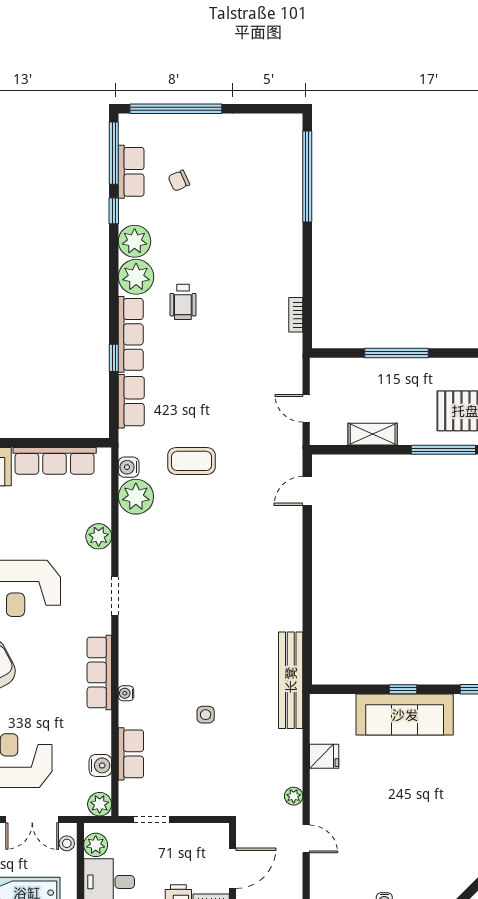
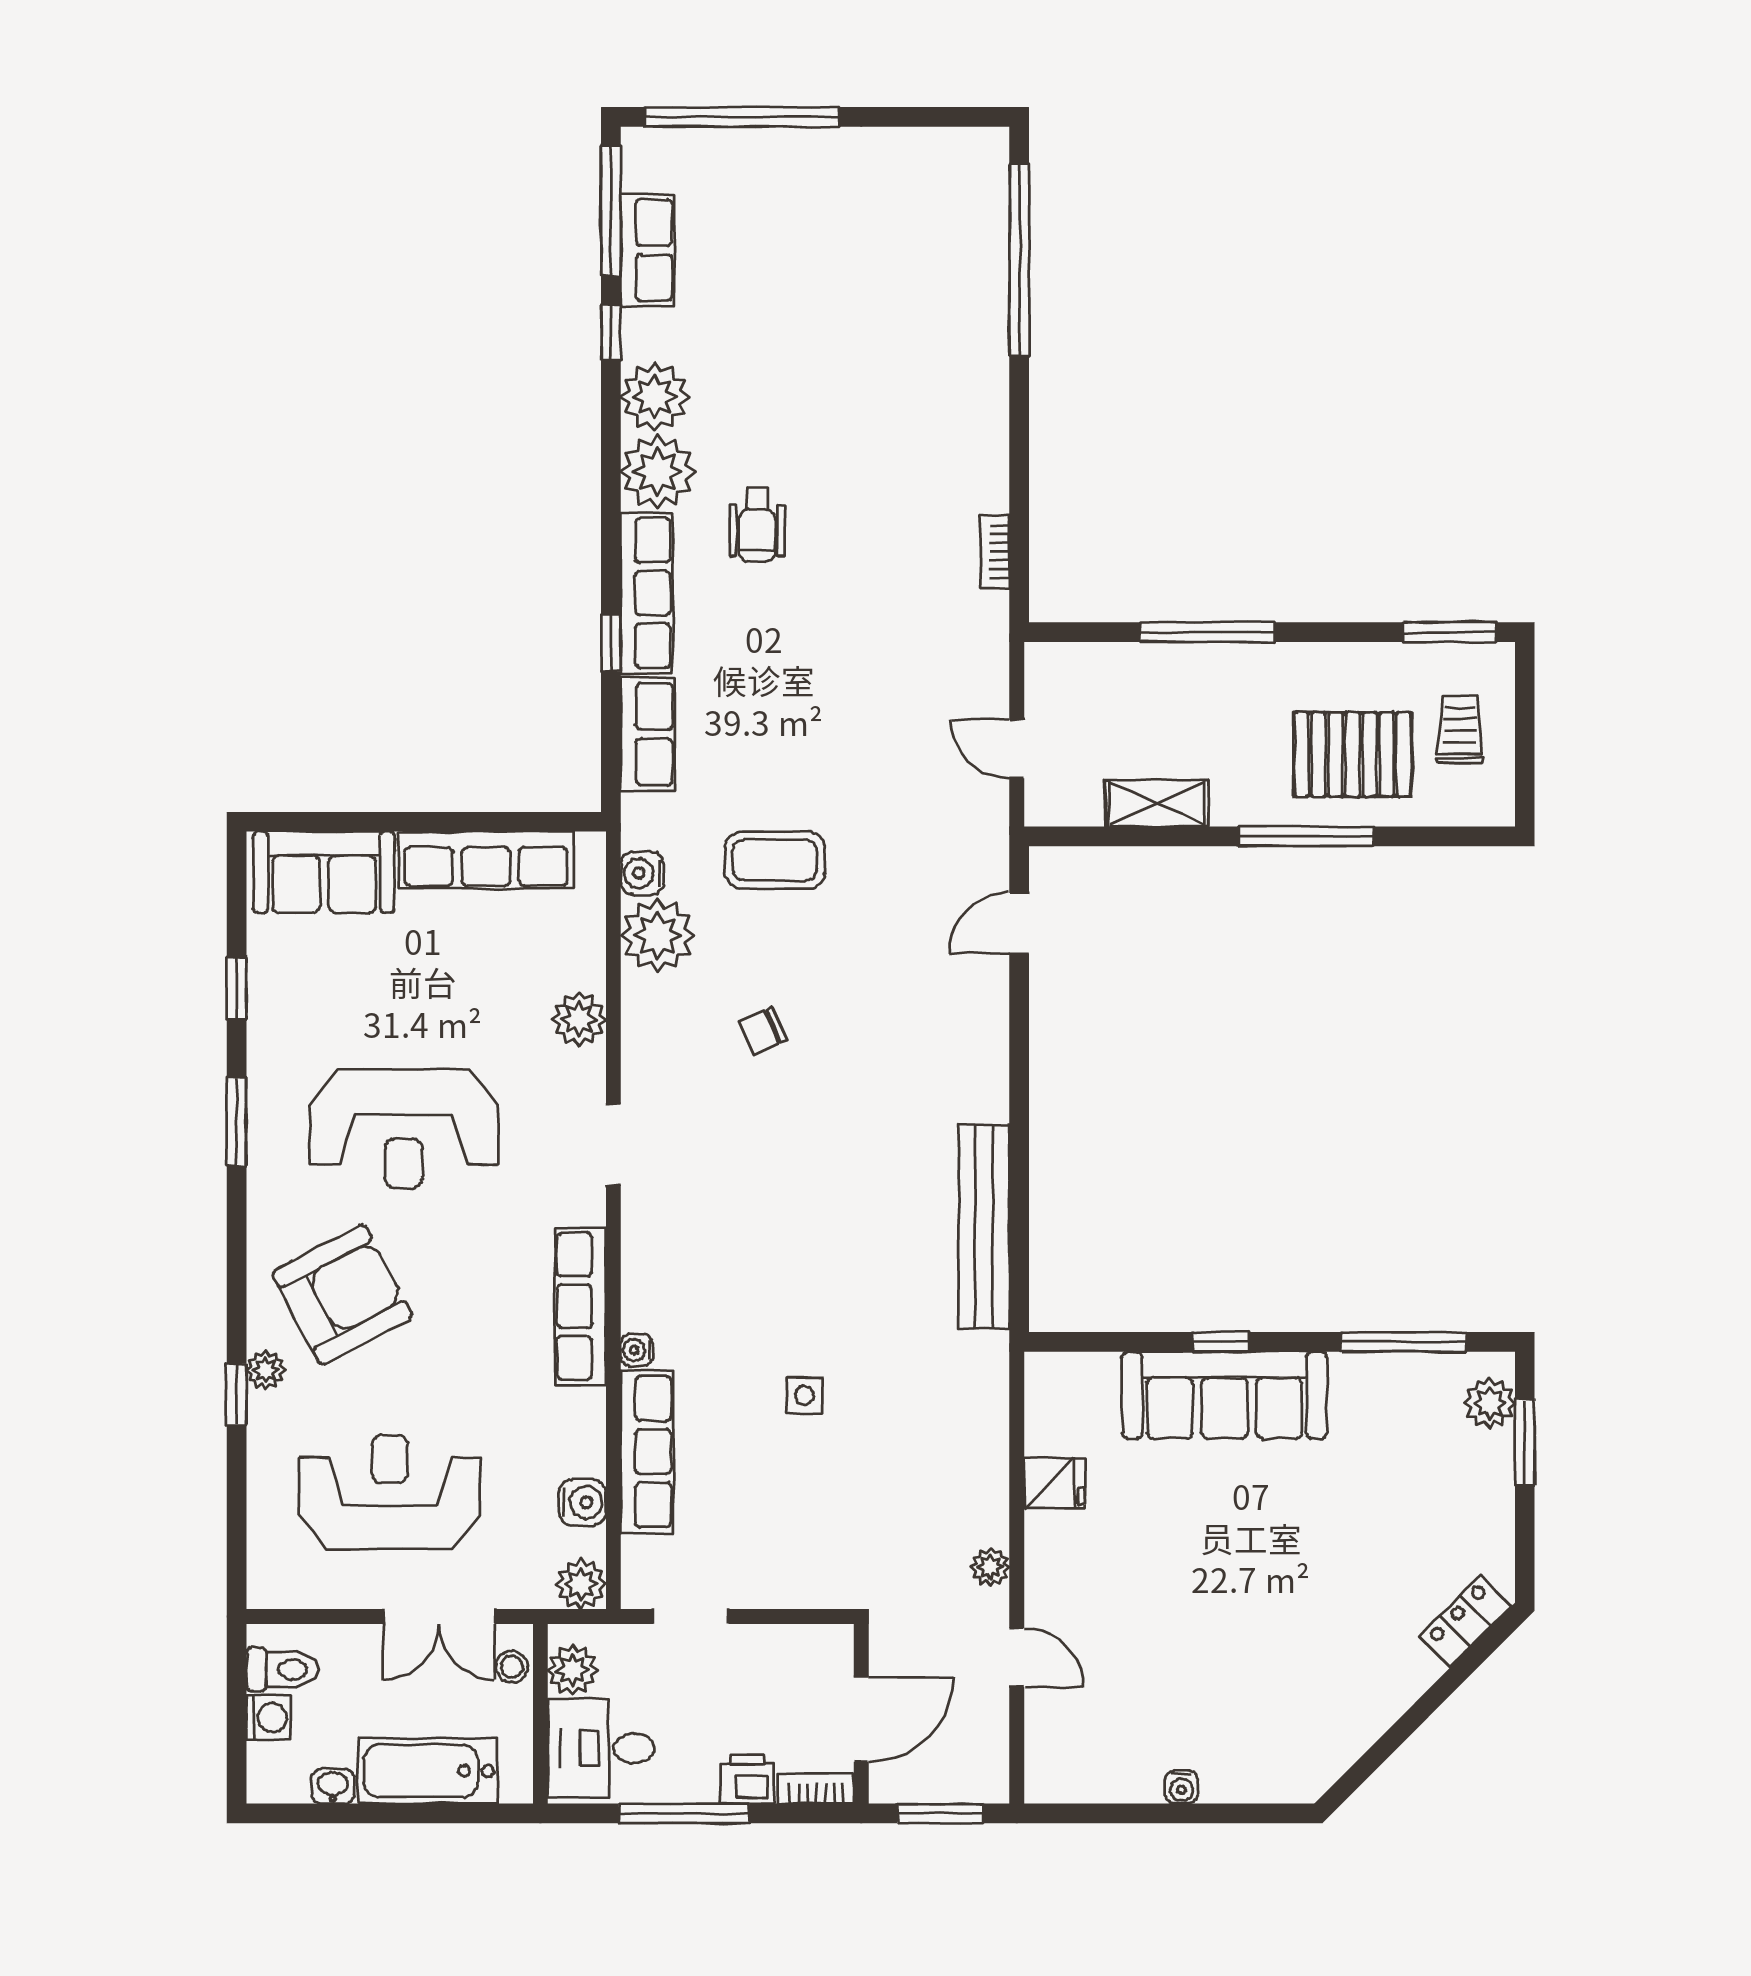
chair: (179, 181) -> (763, 1031), moved
bench: (291, 680) -> (984, 1227), moved
row of seats: (131, 754) -> (647, 1452), width x1.48

